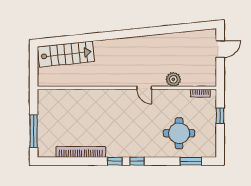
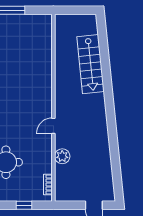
stairs: (66, 54) -> (91, 64), moved

